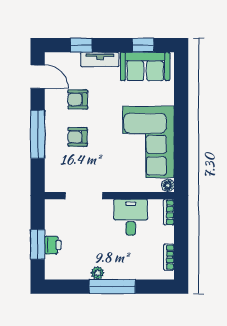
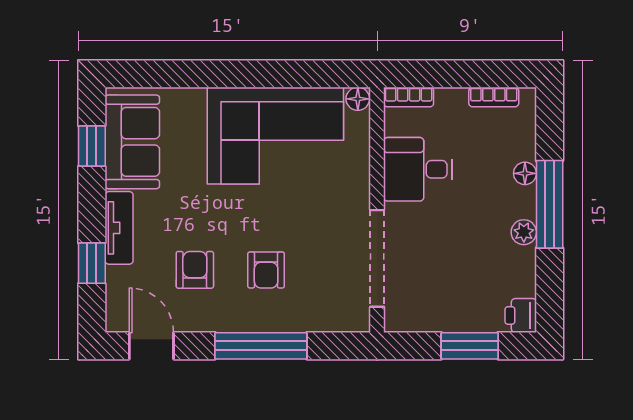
door: (38, 77) -> (151, 346), hinge flipped
armchair: (78, 99) -> (195, 270), turned 180
doorway: (84, 196) -> (377, 258), width x1.36
printer: (53, 245) -> (521, 315), moved, turned -90
floor lamp: (129, 274) -> (525, 173), added

